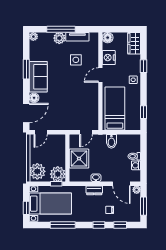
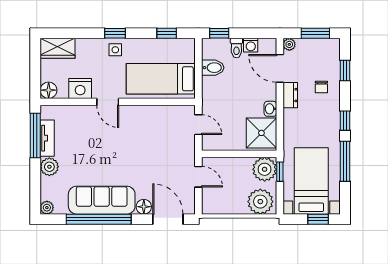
window: (61, 29) -> (35, 136), moved
side table: (76, 60) -> (84, 141), removed
window: (144, 66) -> (115, 33), moved
window: (26, 69) -> (99, 219), width x2.11
sofa: (38, 77) -> (102, 200), width x1.36
door: (41, 132) -> (198, 177), moved
bidet: (111, 141) -> (213, 68), moved
window: (144, 145) -> (219, 33), added
shower: (79, 159) -> (261, 133), moved
door: (121, 184) -> (280, 68), swing flipped
dresser: (94, 190) -> (290, 95), moved
window: (99, 225) -> (345, 121), moved

